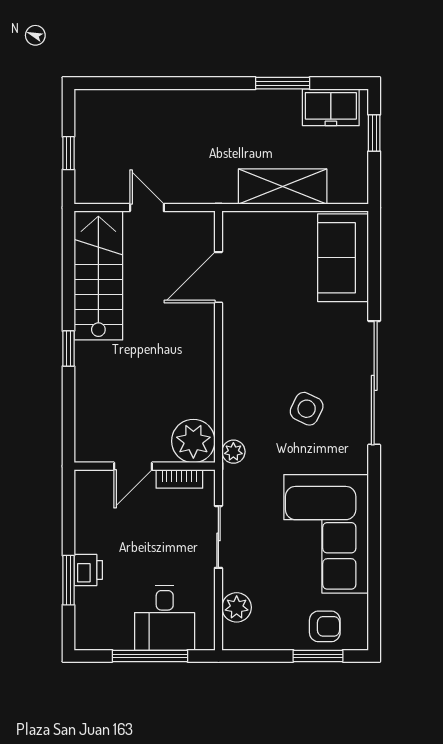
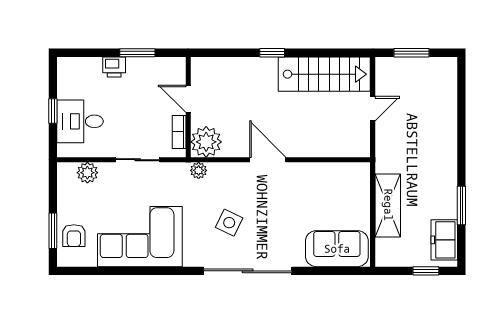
window: (68, 153) -> (412, 53), width x1.50
door: (218, 277) -> (268, 160), moved
window: (68, 580) -> (137, 53), moved
window: (150, 656) -> (53, 111), width x0.46

